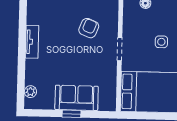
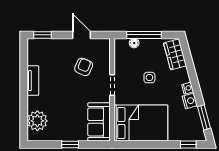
plant: (30, 92) -> (37, 121), width x1.88, depth x1.88
sofa: (77, 98) -> (99, 122), moved, turned -90

